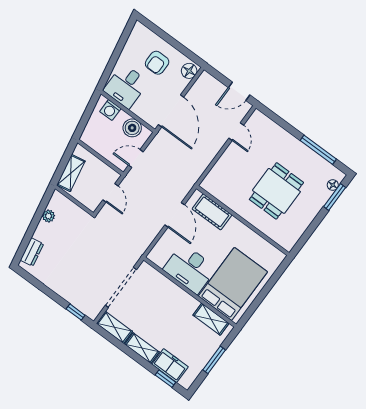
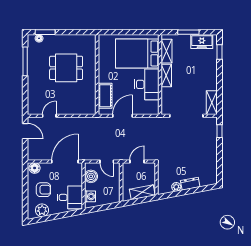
plant: (135, 44) -> (42, 210), added
dresser: (32, 252) -> (190, 184), moved
shelving: (142, 348) -> (166, 76), moved
freezer: (170, 366) -> (202, 42), moved, turned -90

